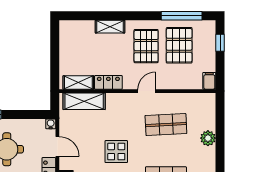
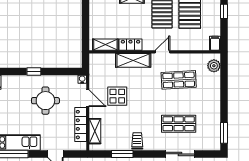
shelving: (84, 101) -> (133, 60), moved
plant: (208, 138) -> (214, 66), moved
display table: (116, 152) -> (117, 96), moved

